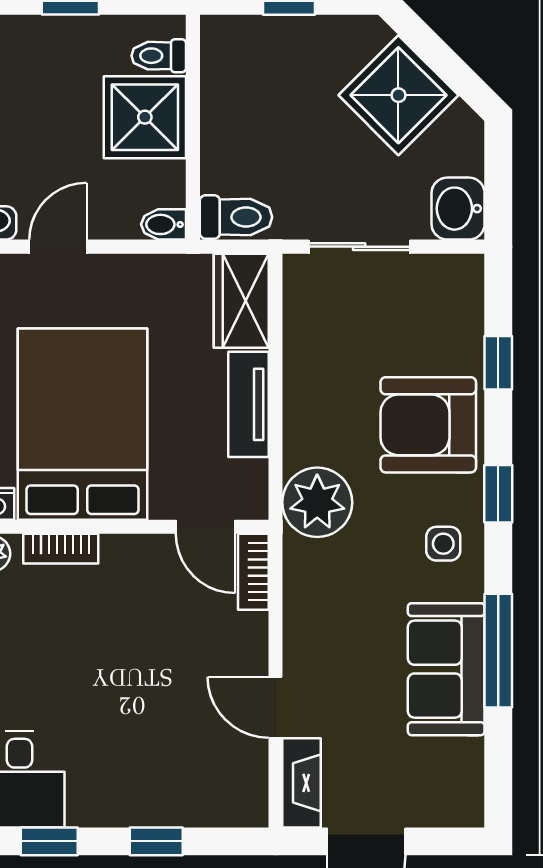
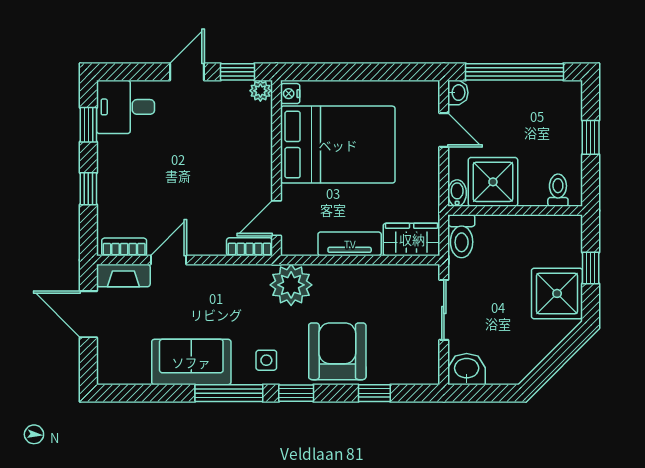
shower: (398, 95) -> (557, 293), moved, turned 45
shower: (145, 117) -> (493, 182), moved
bookcase: (61, 549) -> (124, 247), moved, turned 90
window: (498, 651) -> (229, 393), moved

